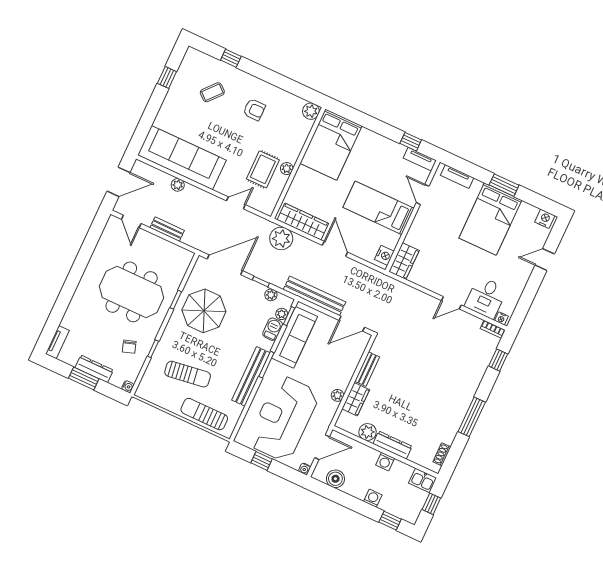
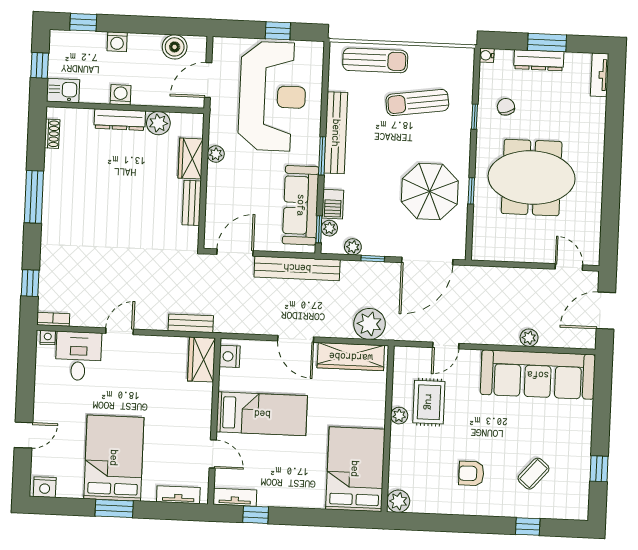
bench: (167, 229) -> (191, 323), moved
water cooler: (305, 469) -> (219, 43), removed

